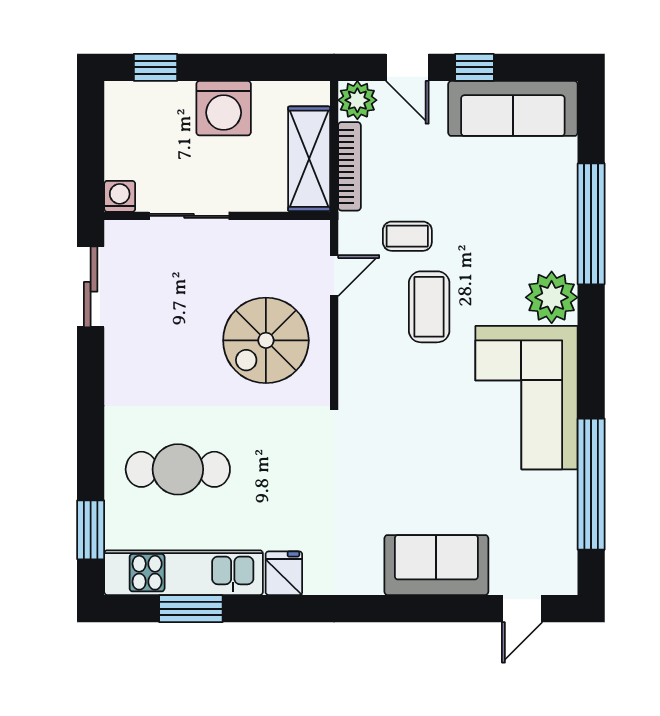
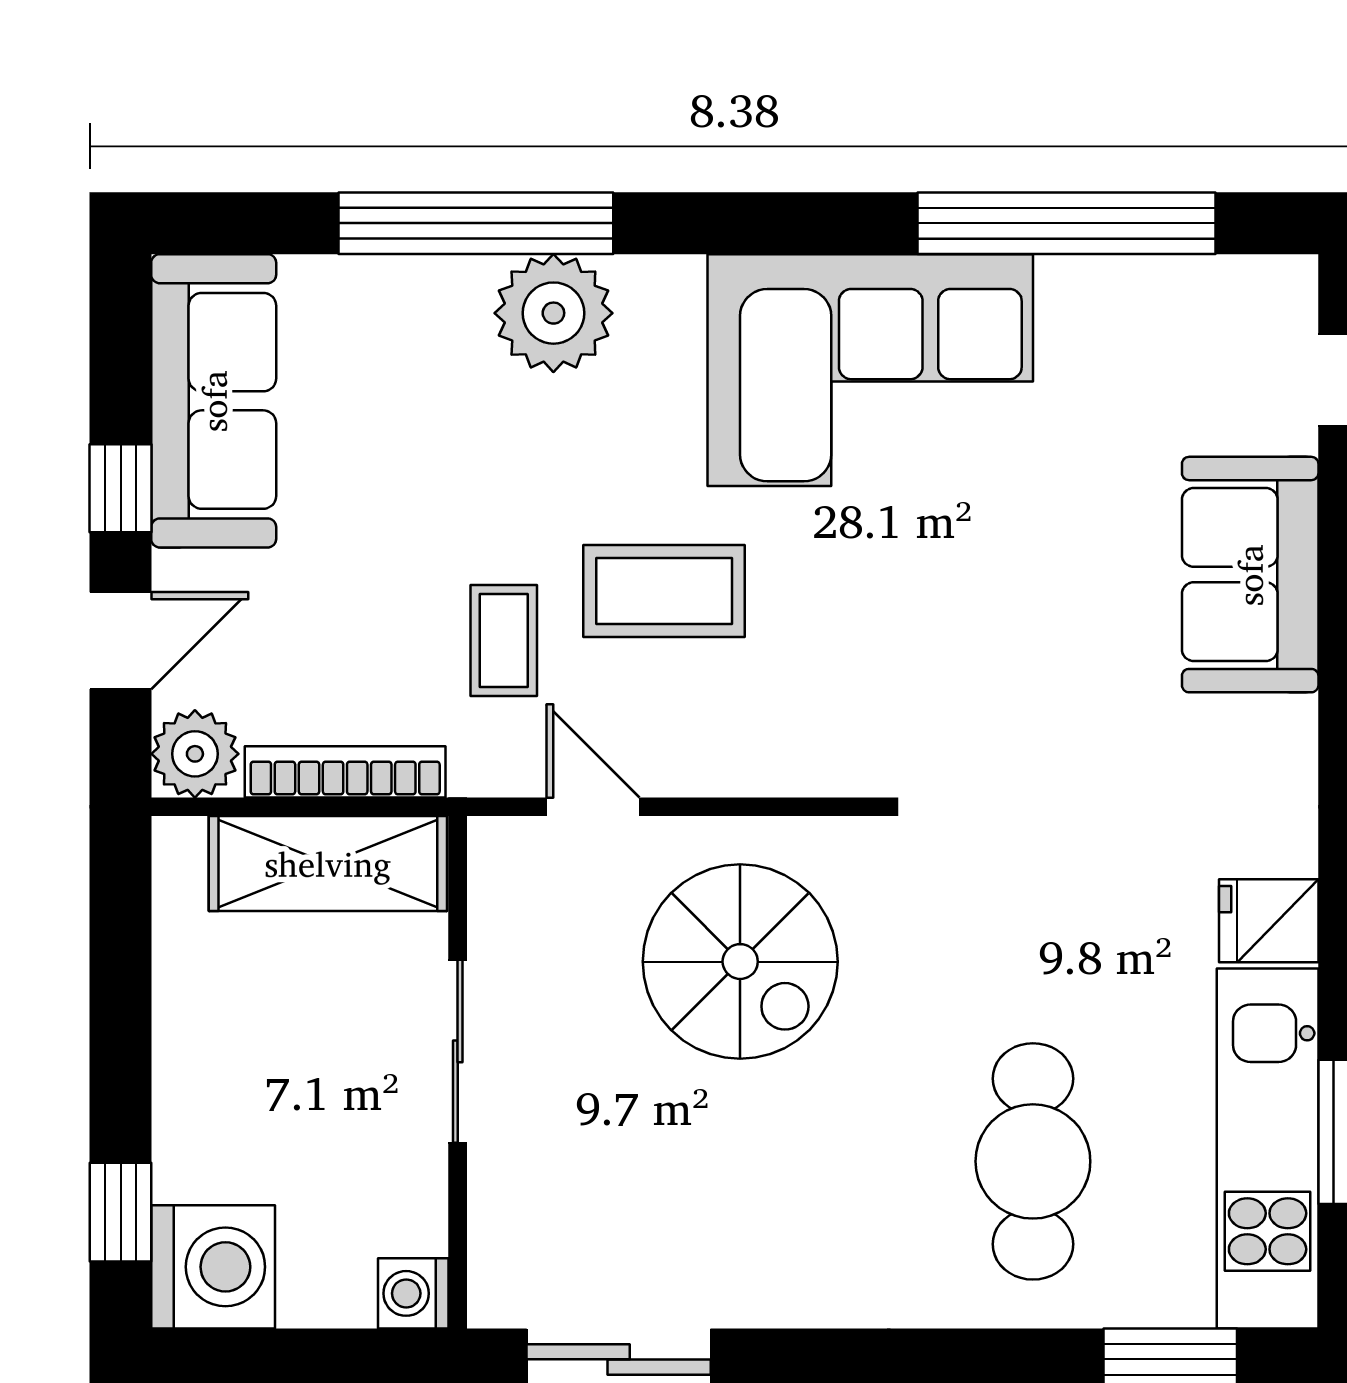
washing machine: (224, 108) -> (213, 1267), moved
sliding door: (189, 216) -> (458, 1051), moved
plant: (552, 297) -> (553, 313), moved

